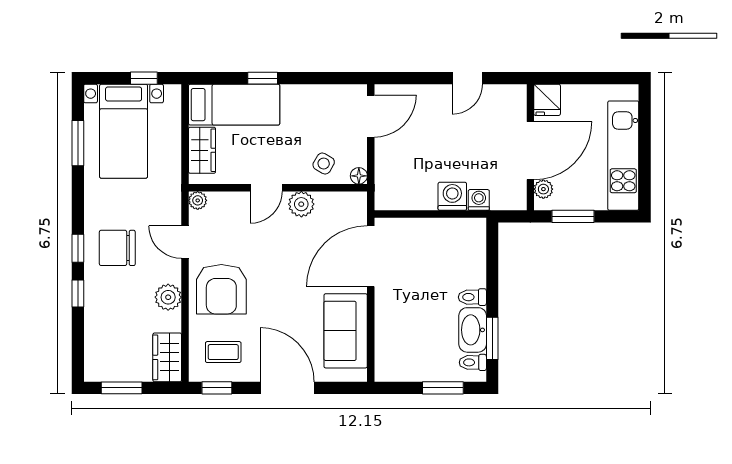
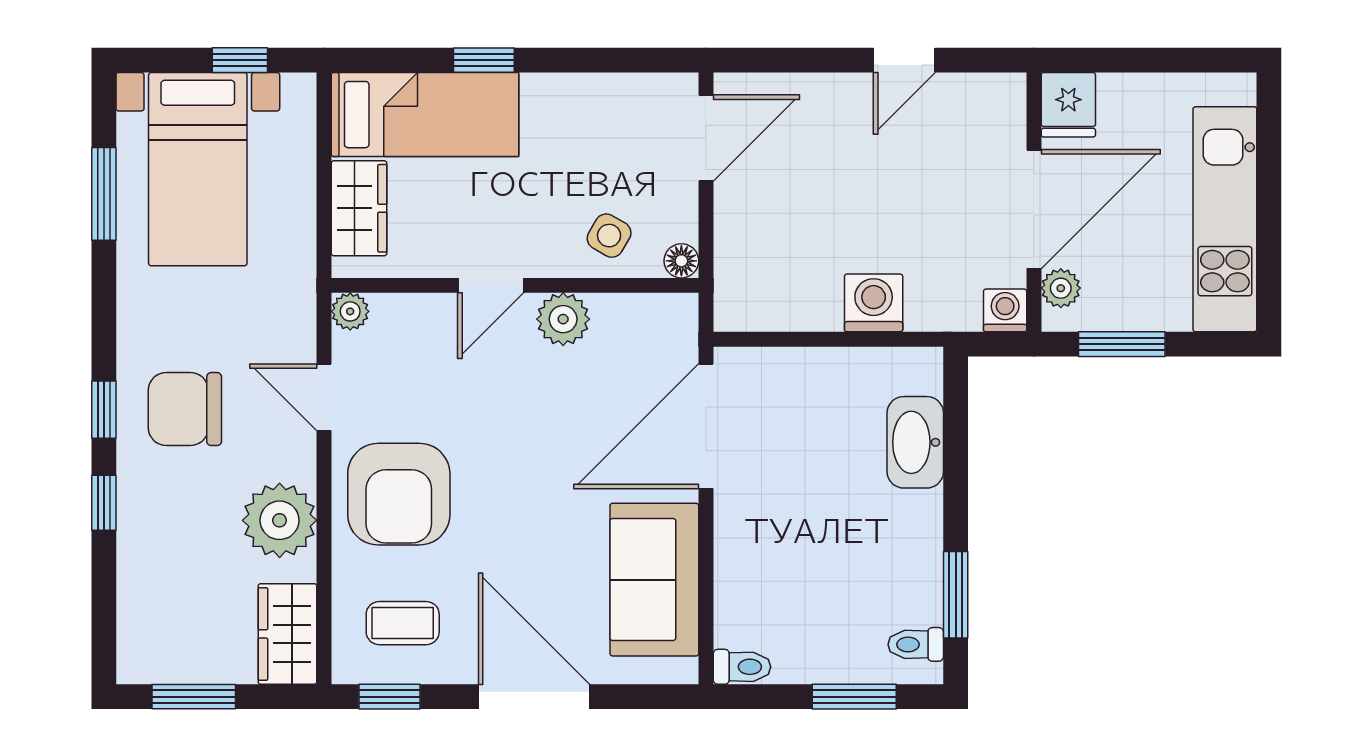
washing machine: (479, 200) -> (1005, 310), moved
plant: (168, 297) -> (280, 520), width x1.36, depth x1.36
toilet: (472, 297) -> (742, 667), moved, turned 180
washbasin: (473, 330) -> (915, 442), moved

